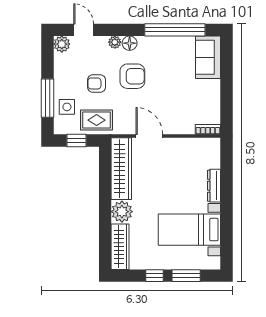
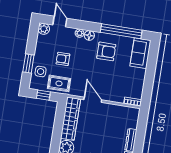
armchair: (132, 76) -> (106, 51), moved
window: (48, 98) -> (28, 64), width x0.69

